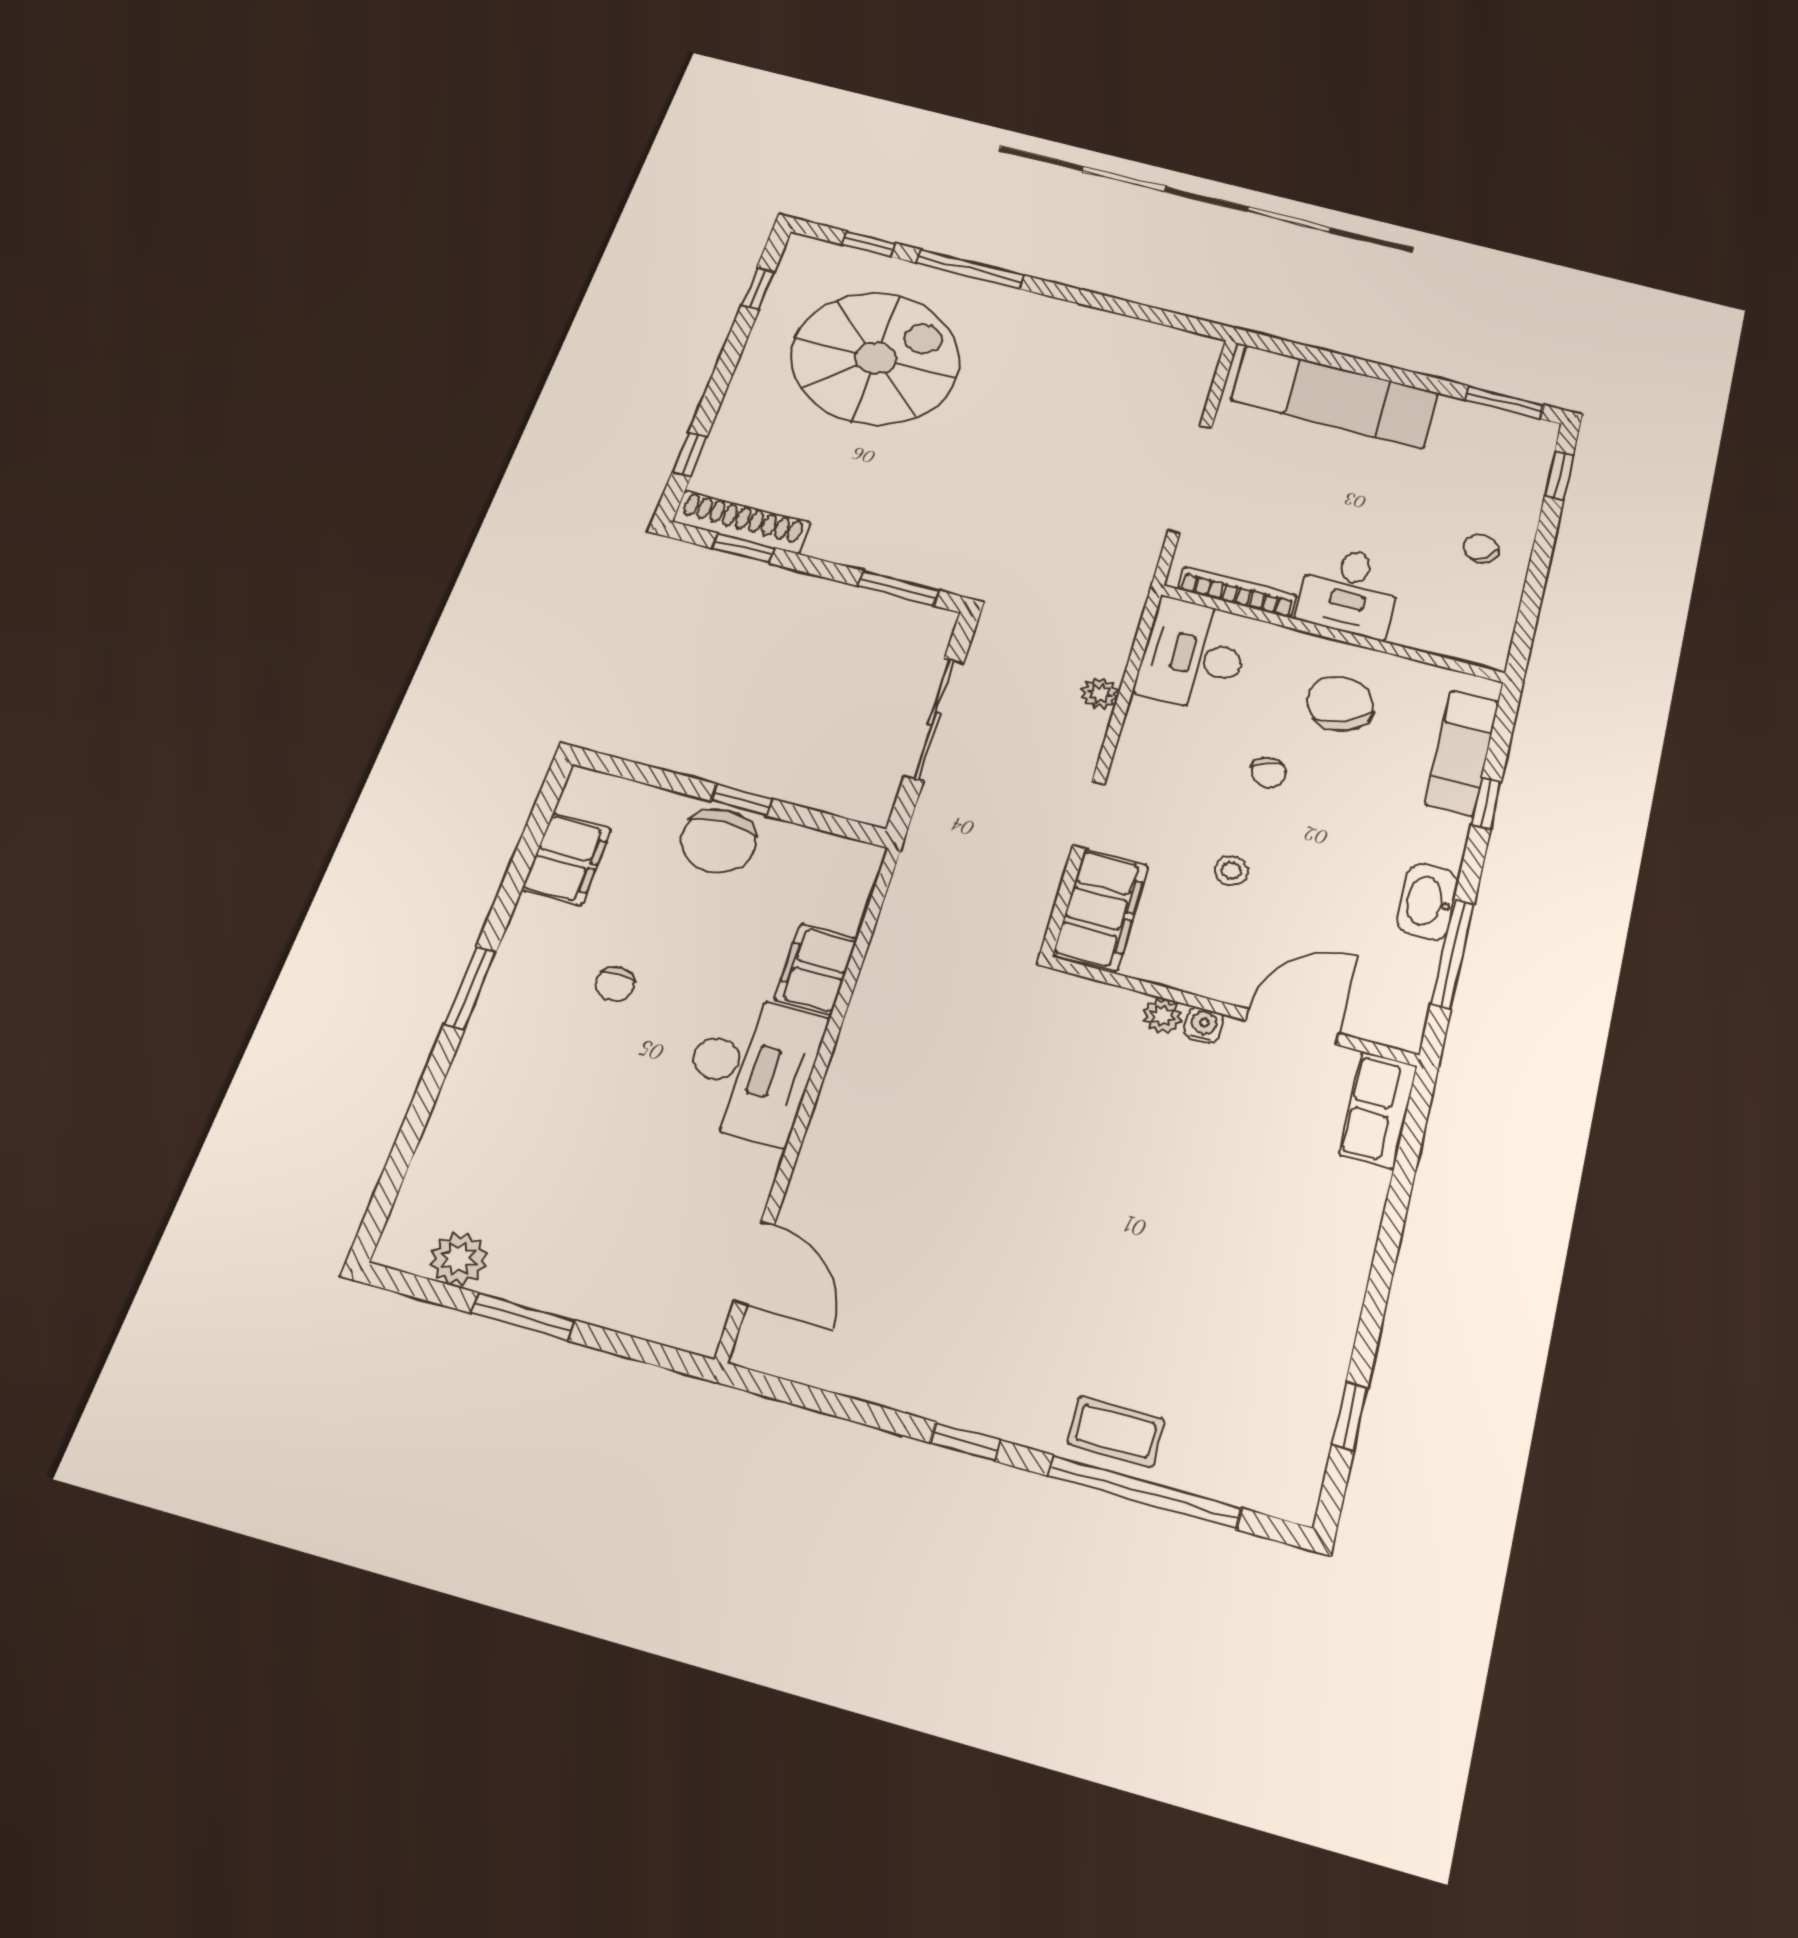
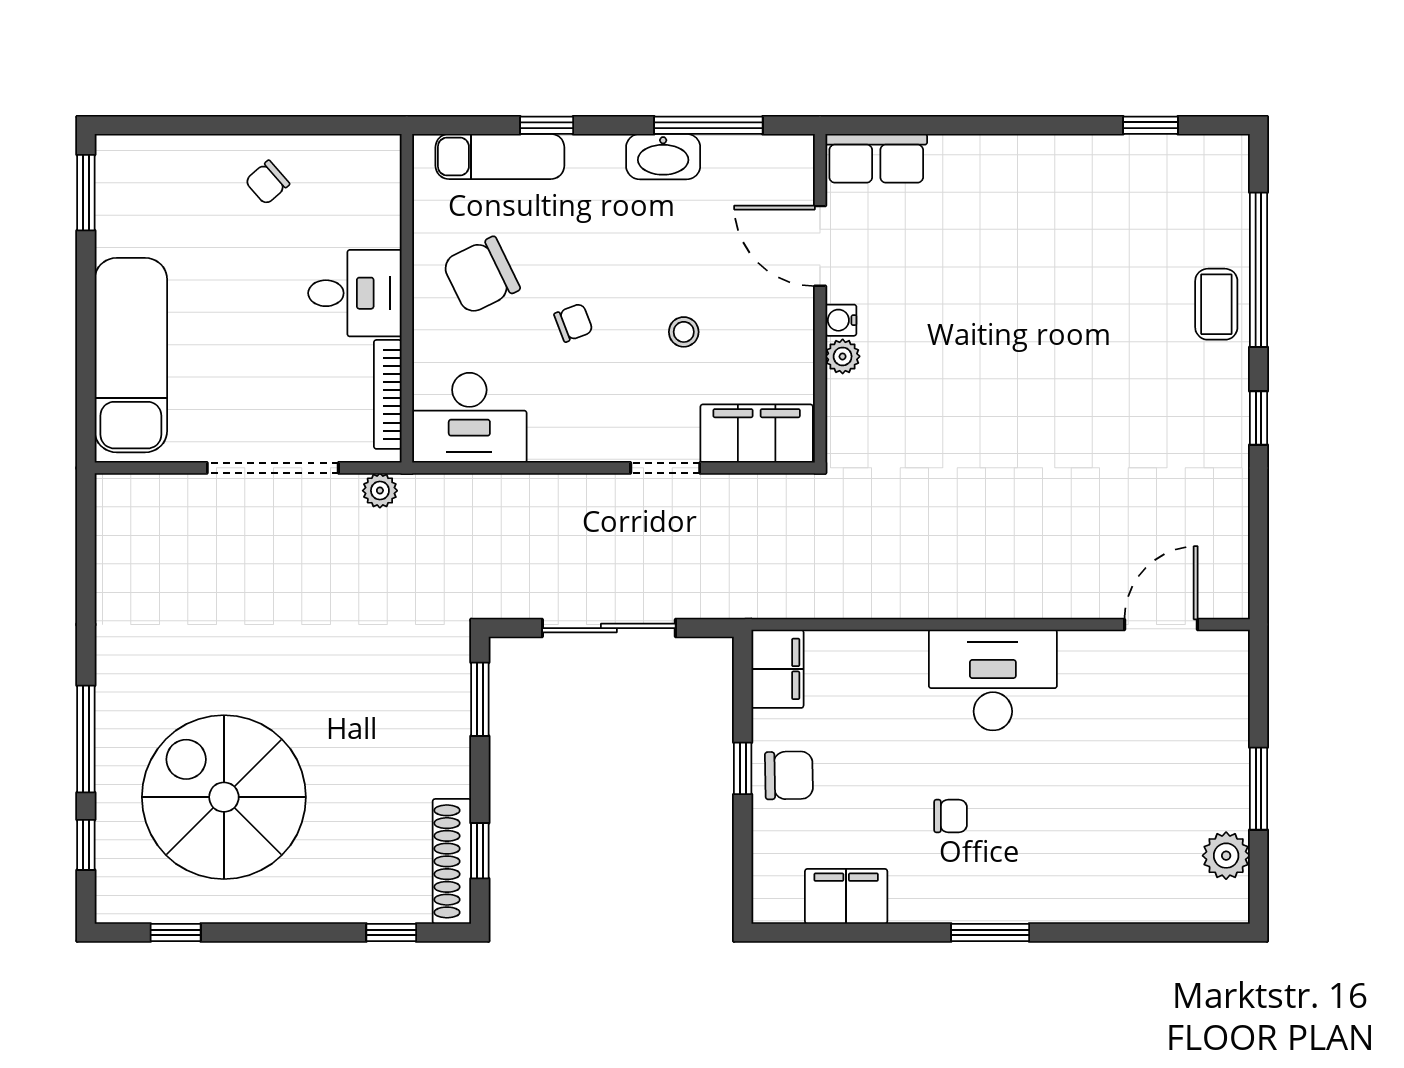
window: (1559, 475) -> (158, 125), removed
plant: (1100, 693) -> (380, 491), moved
chair: (718, 841) -> (789, 775), width x0.73, depth x0.73
filing cabinet: (816, 969) -> (777, 669), moved, turned -90

